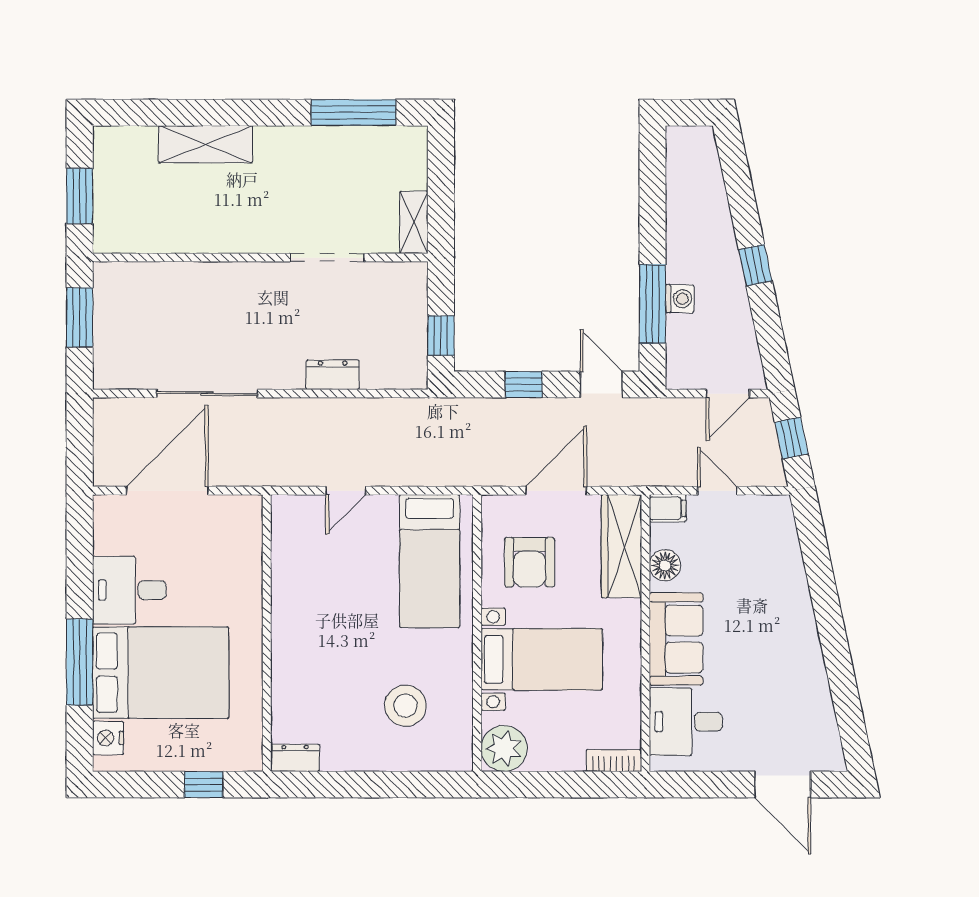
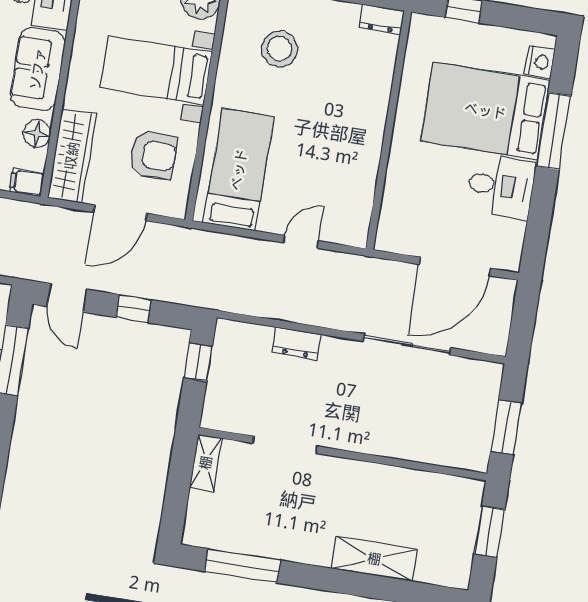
armchair: (530, 562) -> (153, 155), turned 90

